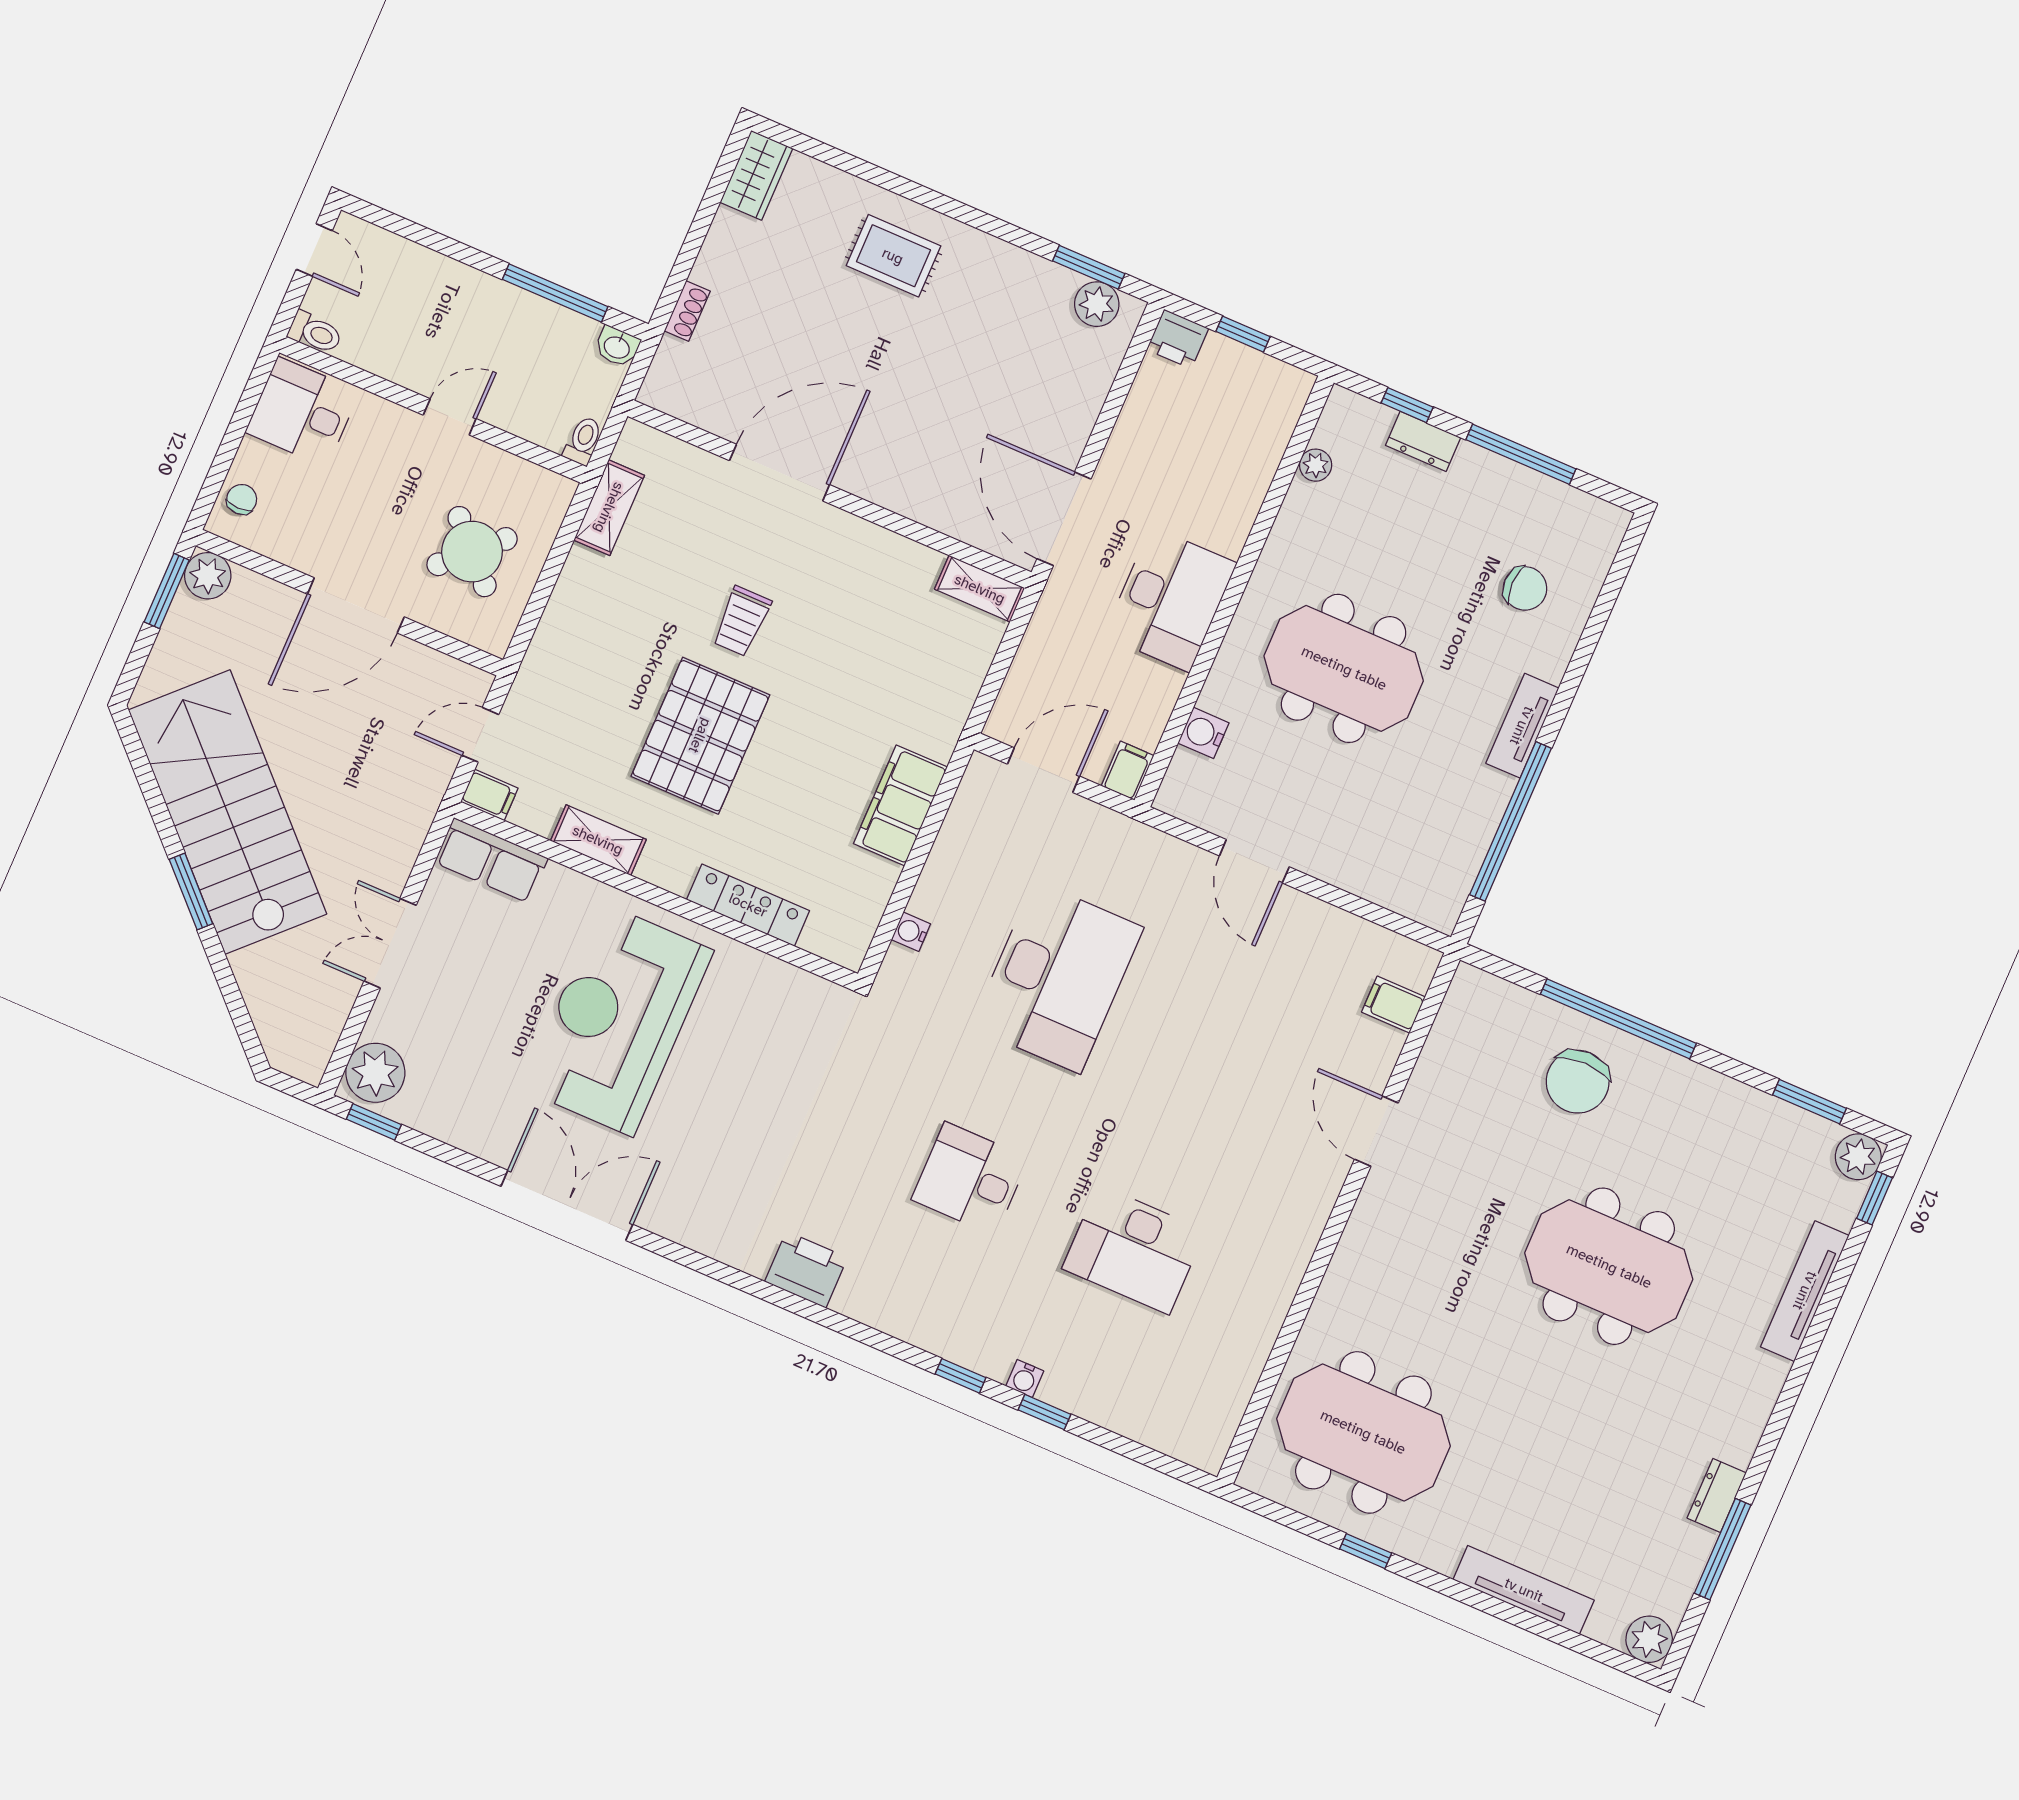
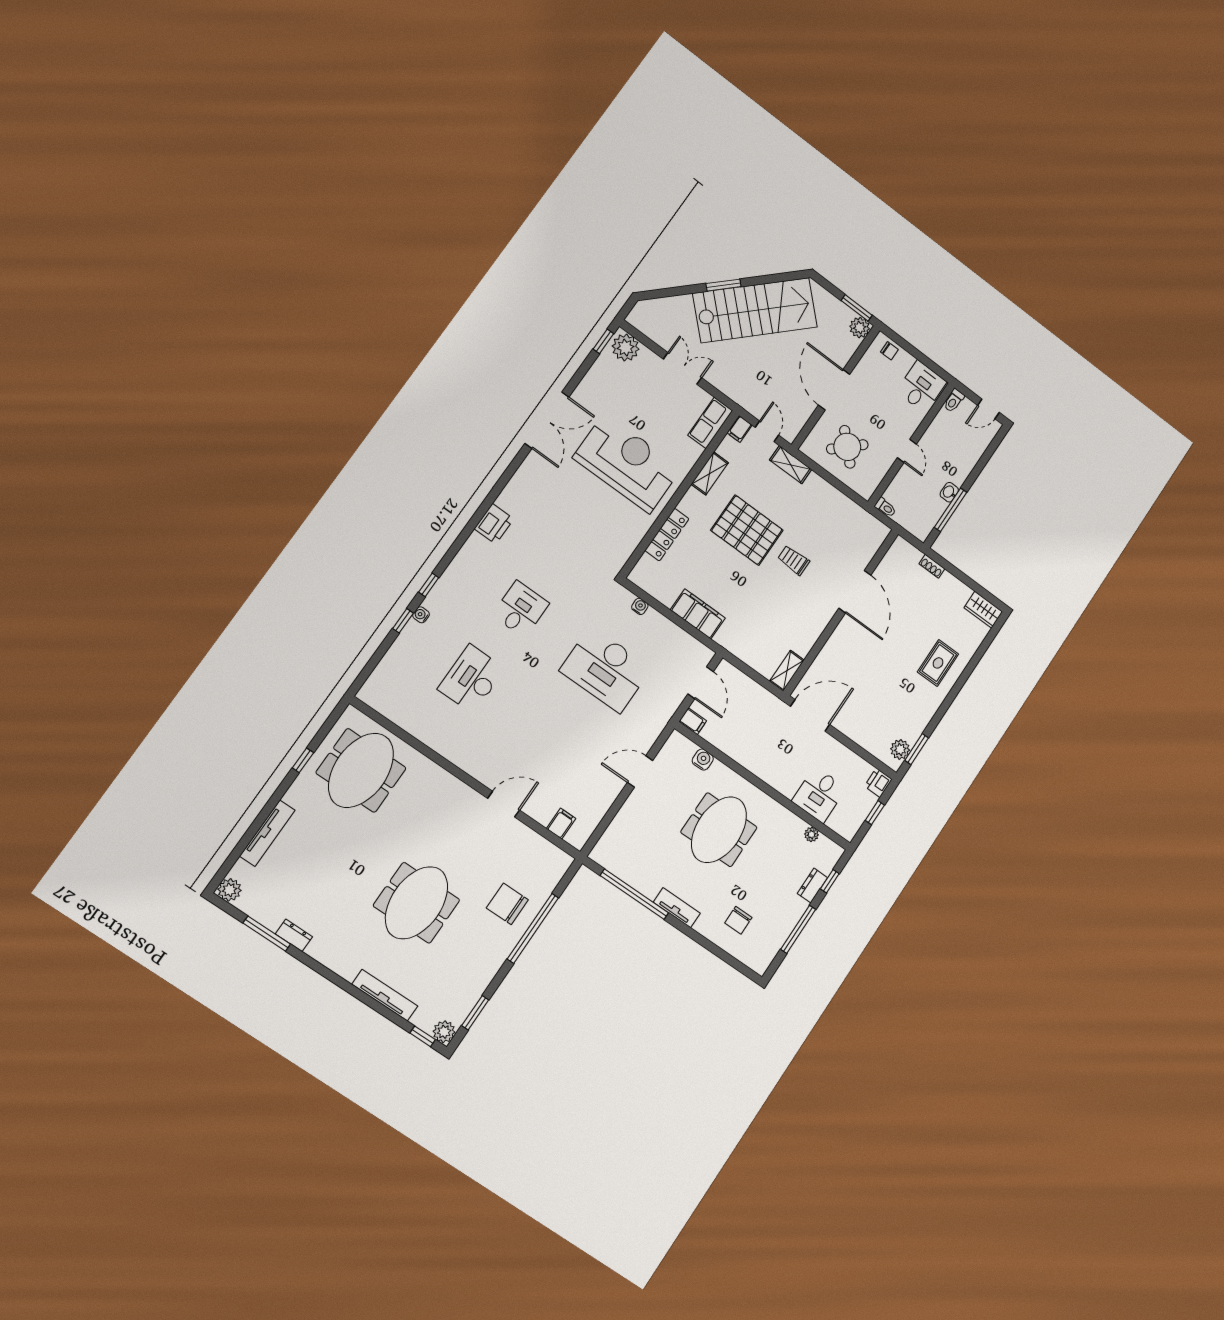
washbasin: (617, 347) -> (949, 492), moved
shelving: (609, 508) -> (791, 465), moved
desk: (1170, 599) -> (819, 795), moved, width x0.73

